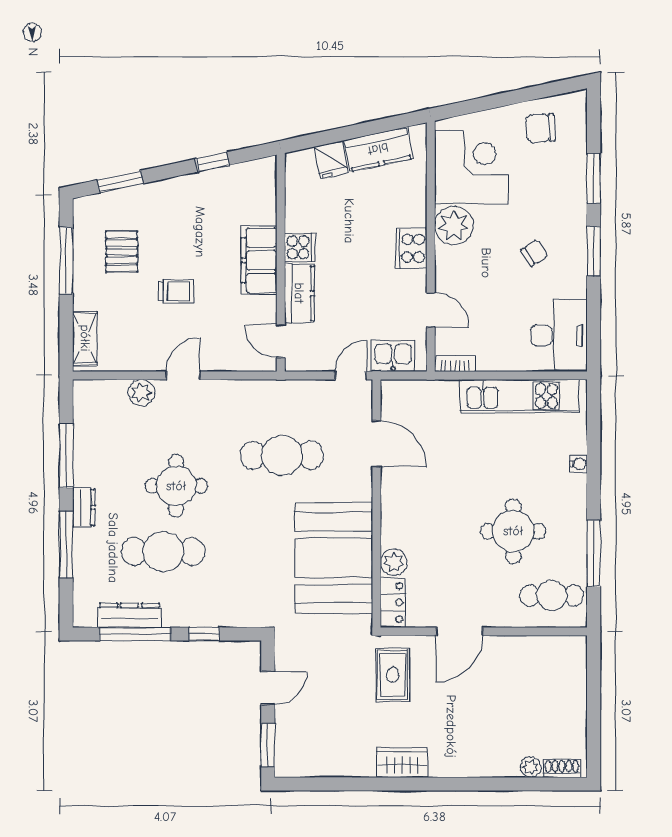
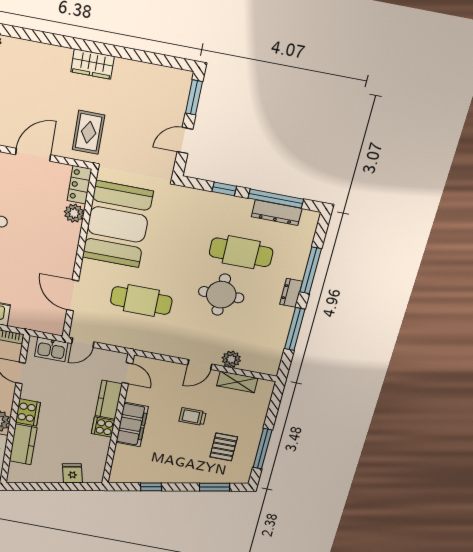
kitchen counter: (378, 149) -> (23, 444), moved, turned 102
shelving: (85, 338) -> (237, 382), moved, turned 90

